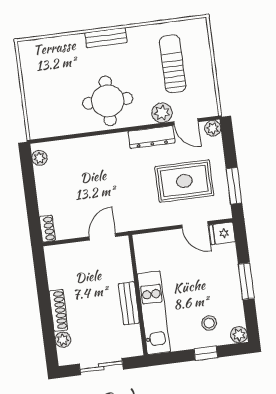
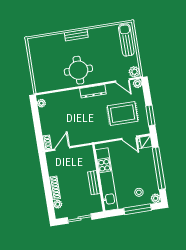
sun lounger: (173, 64) -> (126, 40), moved
plant: (162, 113) -> (134, 72), moved
dresser: (151, 137) -> (93, 91), moved
door: (103, 237) -> (62, 148), moved
window: (246, 281) -> (159, 168), width x2.11
kitchen unit: (154, 313) -> (107, 179), width x1.36
window: (206, 353) -> (138, 209), width x2.17

